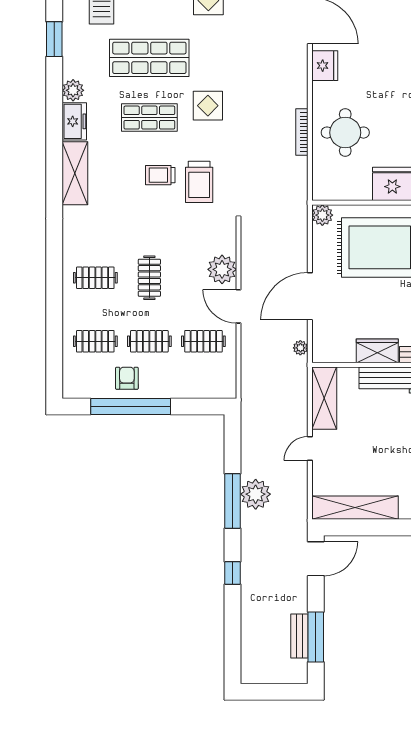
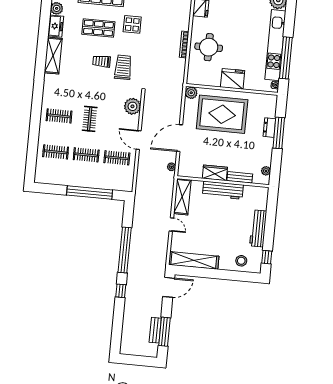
trolley: (199, 182) -> (123, 67), turned 180
plant: (222, 269) -> (132, 106), moved
armchair: (127, 378) -> (71, 175), removed
window: (131, 407) -> (90, 193), moved
door: (310, 449) -> (171, 224), swing flipped
plant: (256, 494) -> (138, 247), removed
window: (233, 501) -> (125, 250), width x1.46

